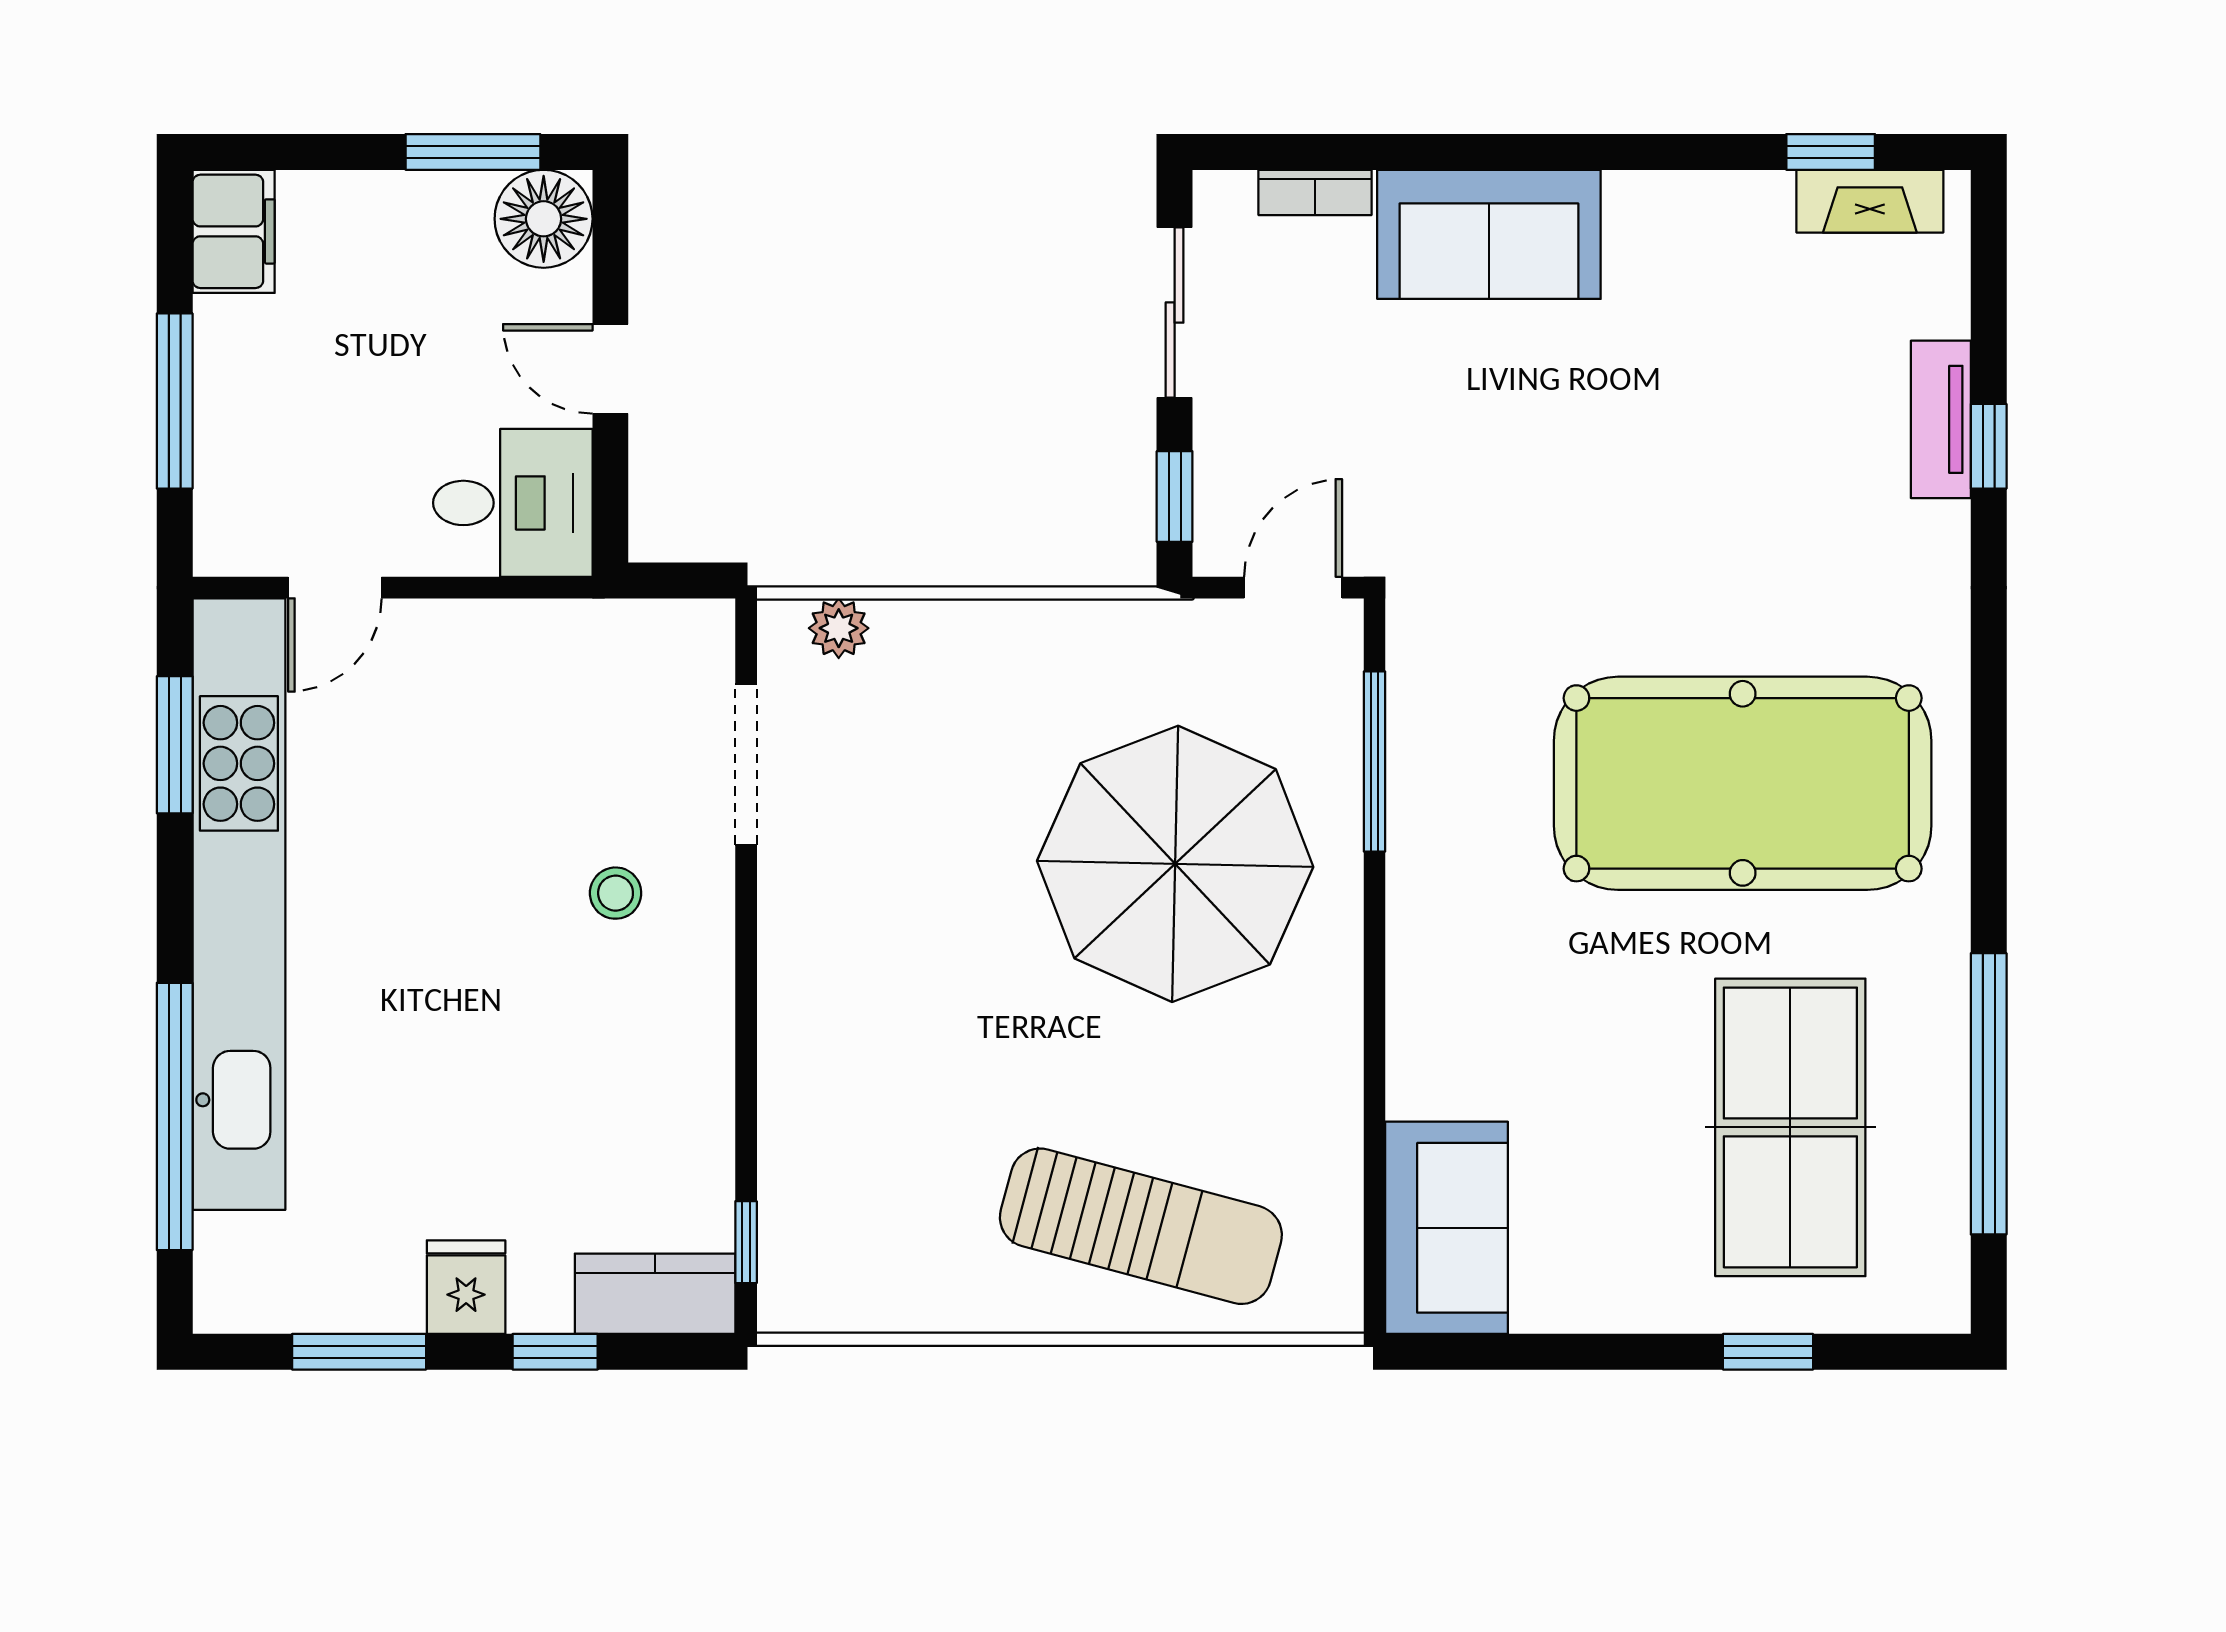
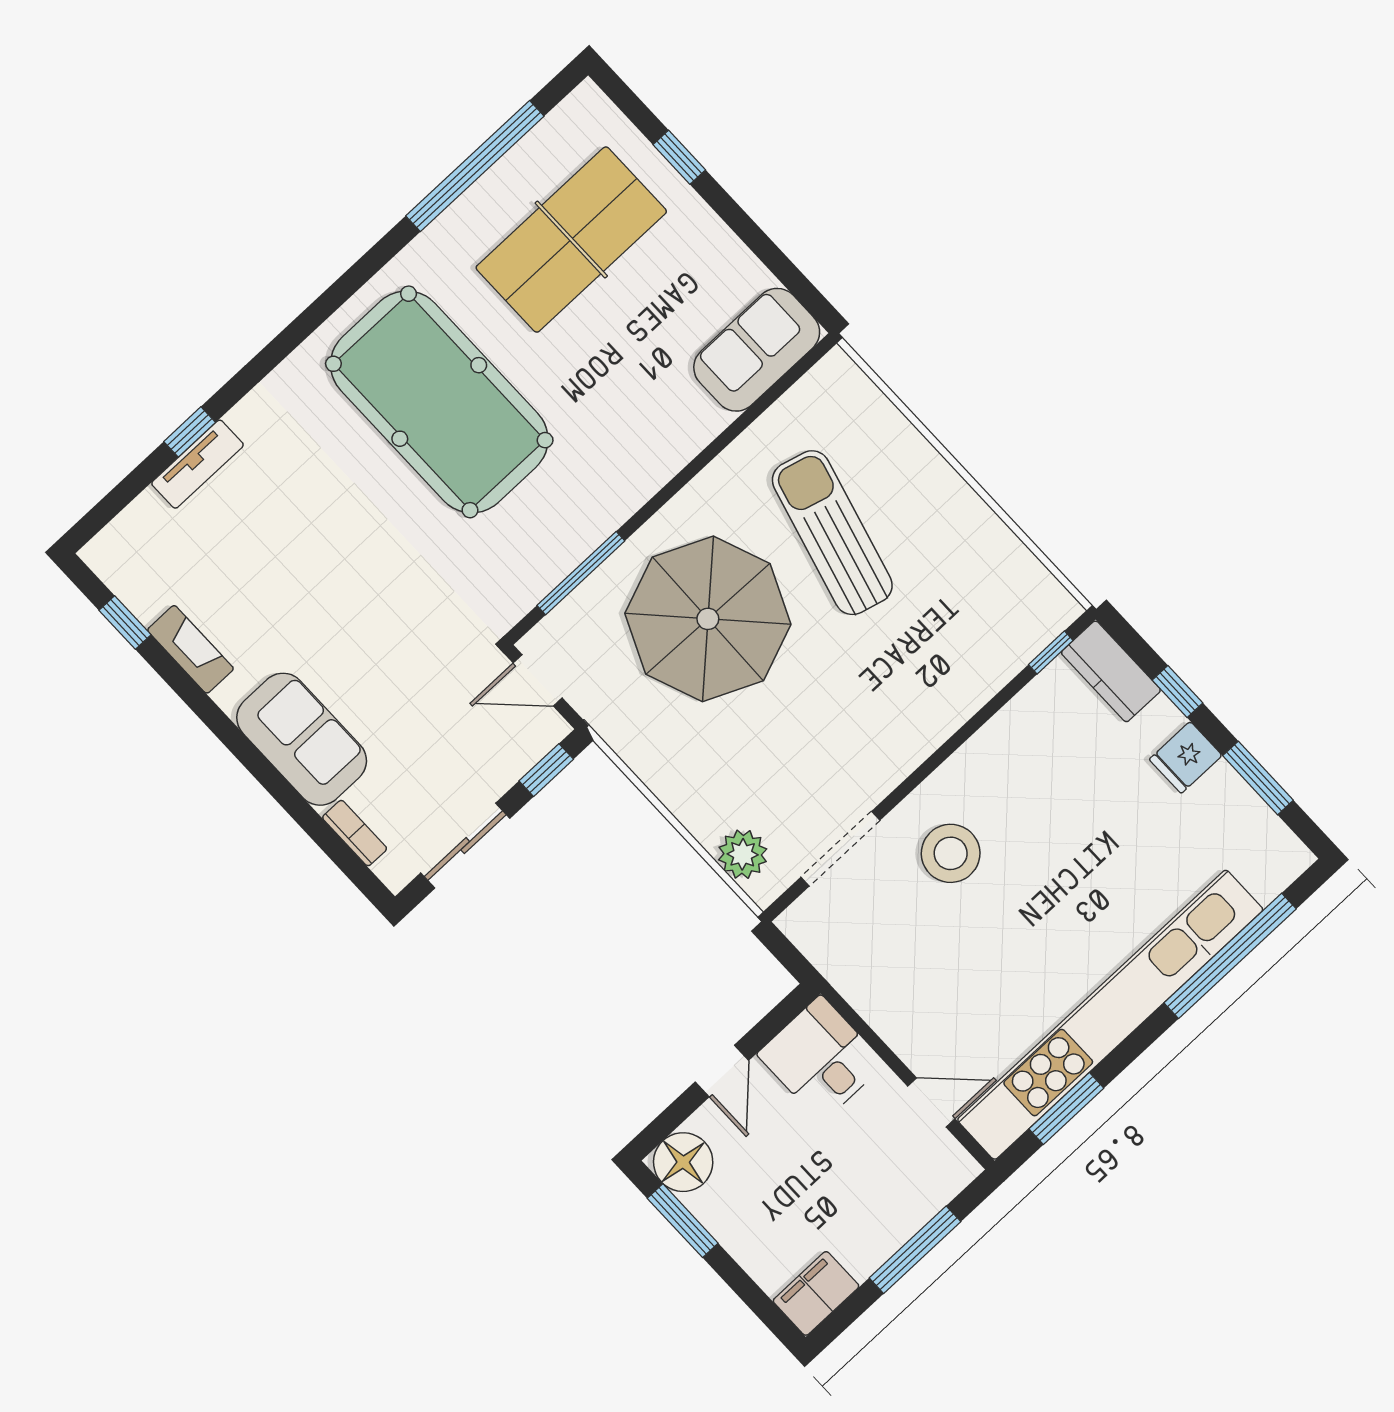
fireplace: (1870, 201) -> (190, 649), moved
plant: (839, 628) -> (743, 854), width x1.38, depth x1.38
stool: (616, 893) -> (951, 853), width x1.89, depth x1.89
sun lounger: (1141, 1226) -> (832, 533), moved

